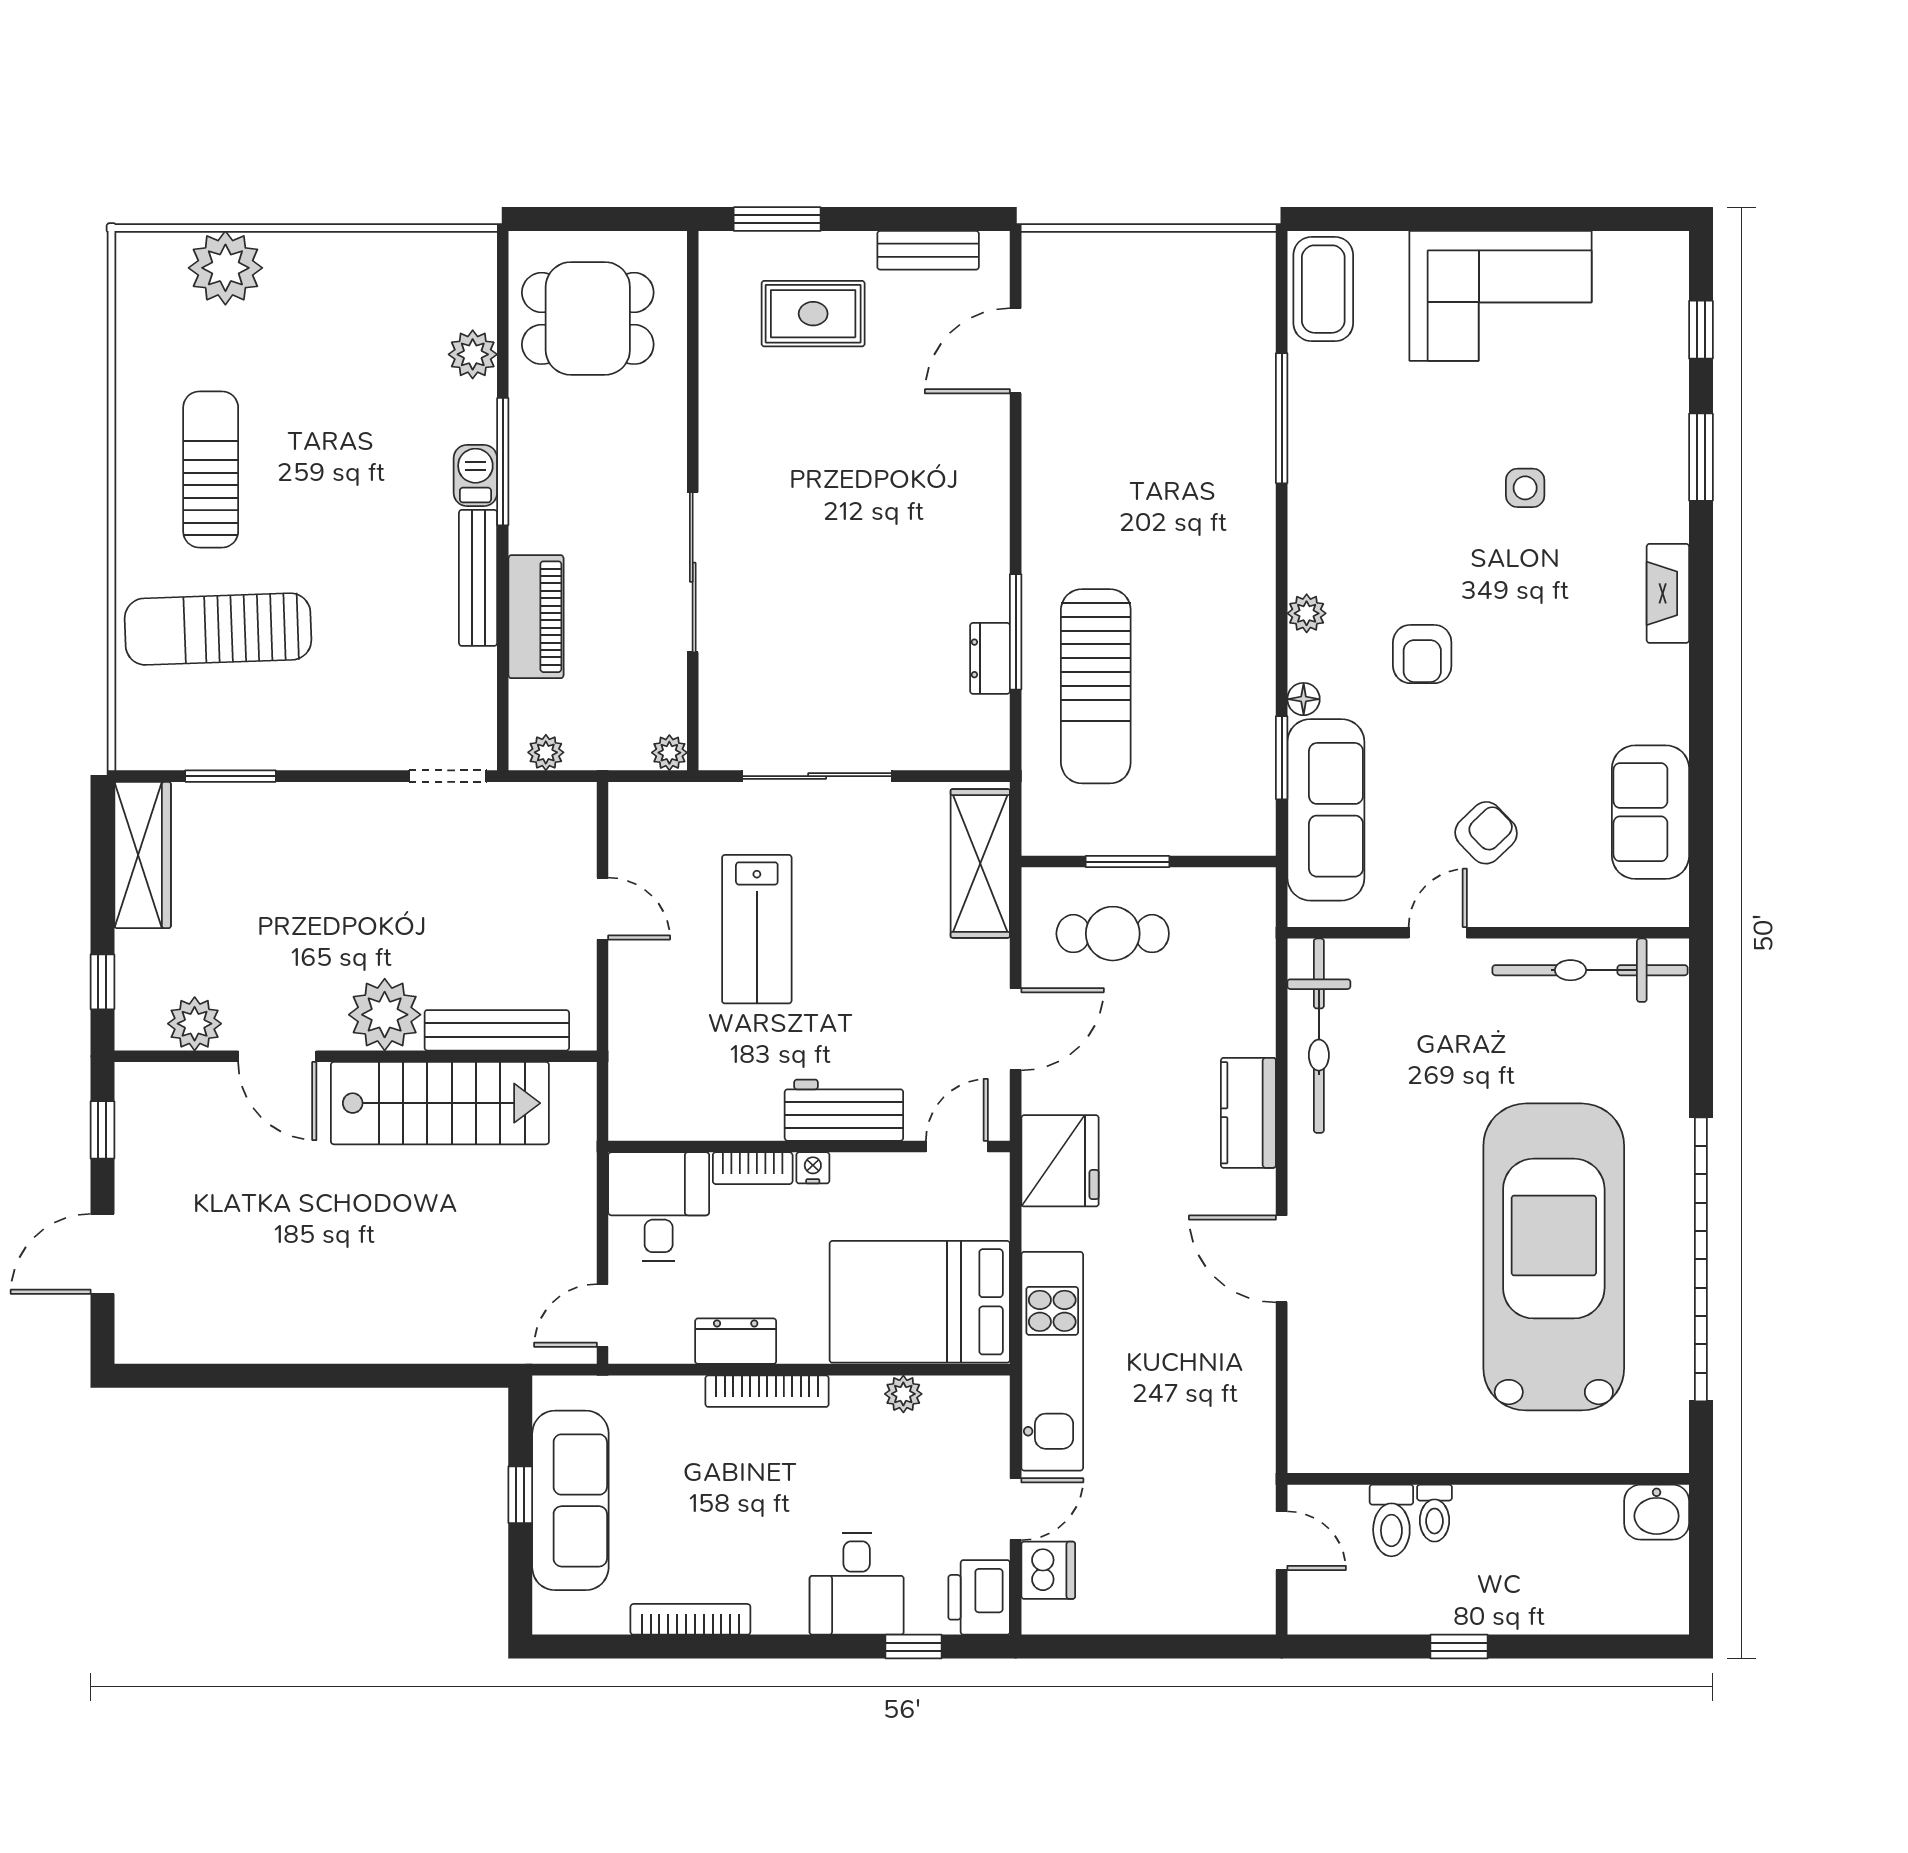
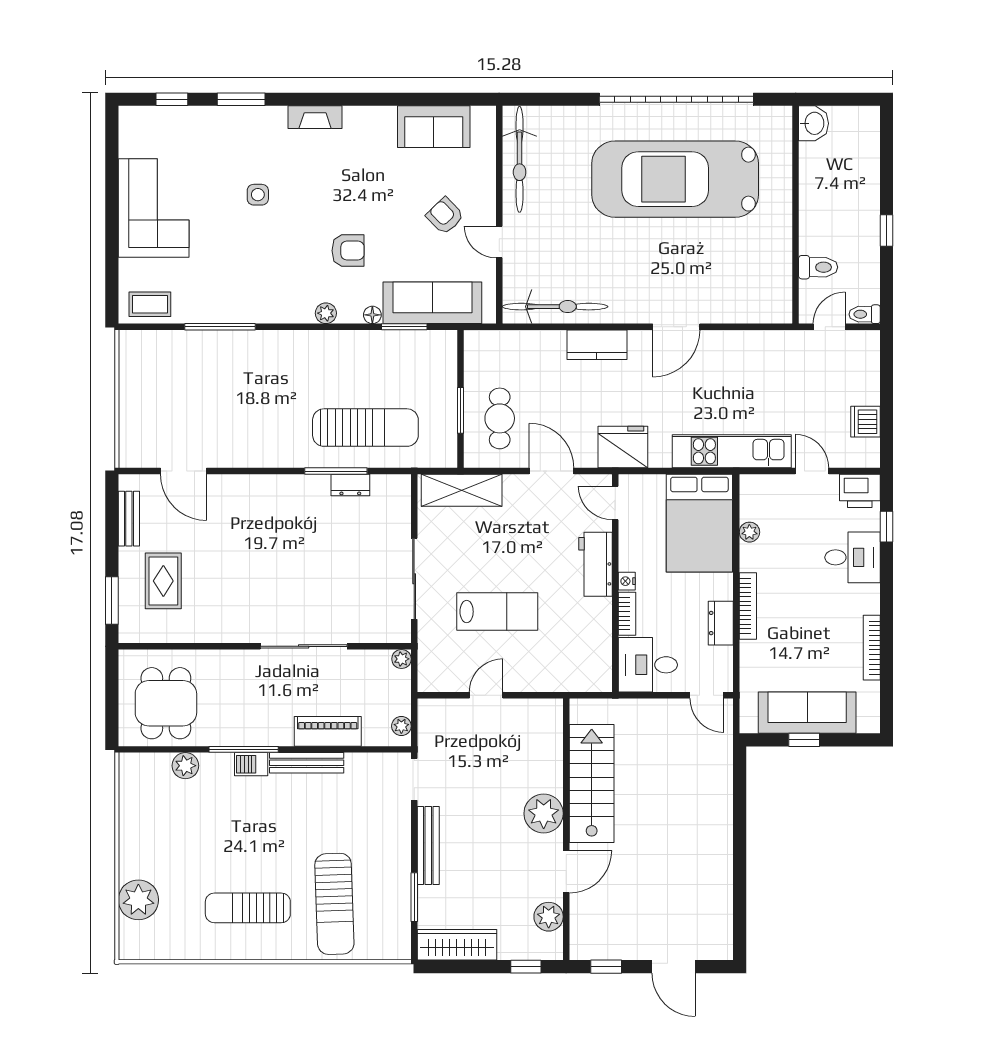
coffee table: (1323, 289) -> (150, 304), width x0.73, depth x0.77
bench: (497, 1030) -> (428, 846), moved
toilet: (1435, 1513) -> (865, 314), moved, turned 180
dishwasher: (1048, 1570) -> (865, 422), moved, turned -90

